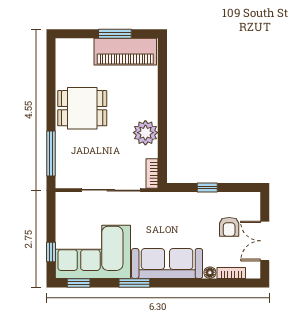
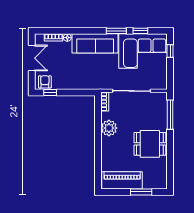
window: (115, 34) -> (141, 192), moved
window: (207, 188) -> (50, 93), moved
armchair: (229, 227) -> (45, 82), moved
window: (79, 283) -> (140, 31), moved

